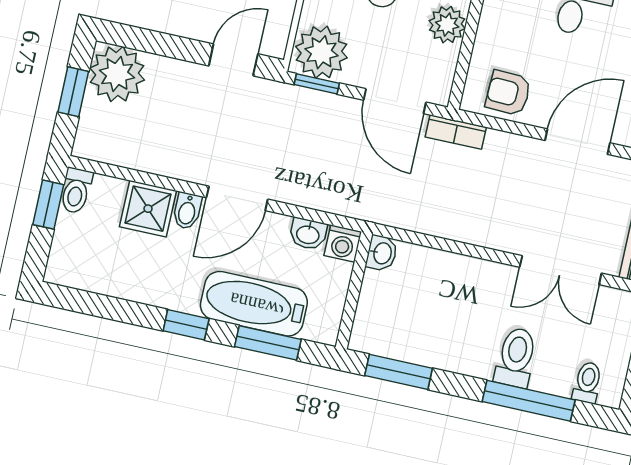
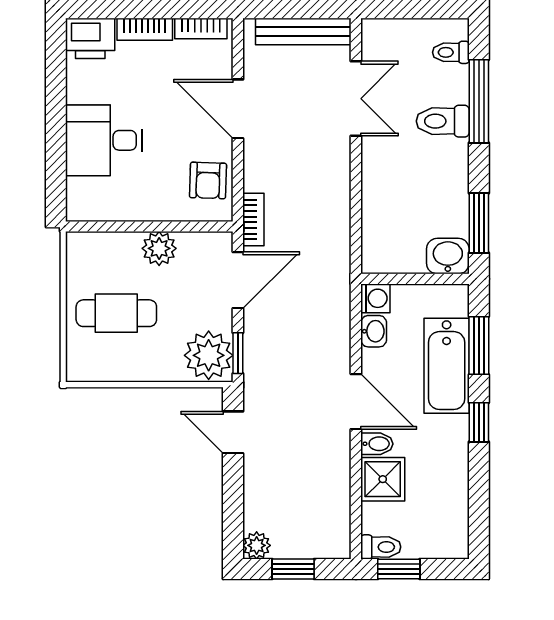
plant: (117, 74) -> (257, 545), width x0.53, depth x0.53
washbasin: (382, 253) -> (448, 256), moved, width x1.38, depth x1.45

